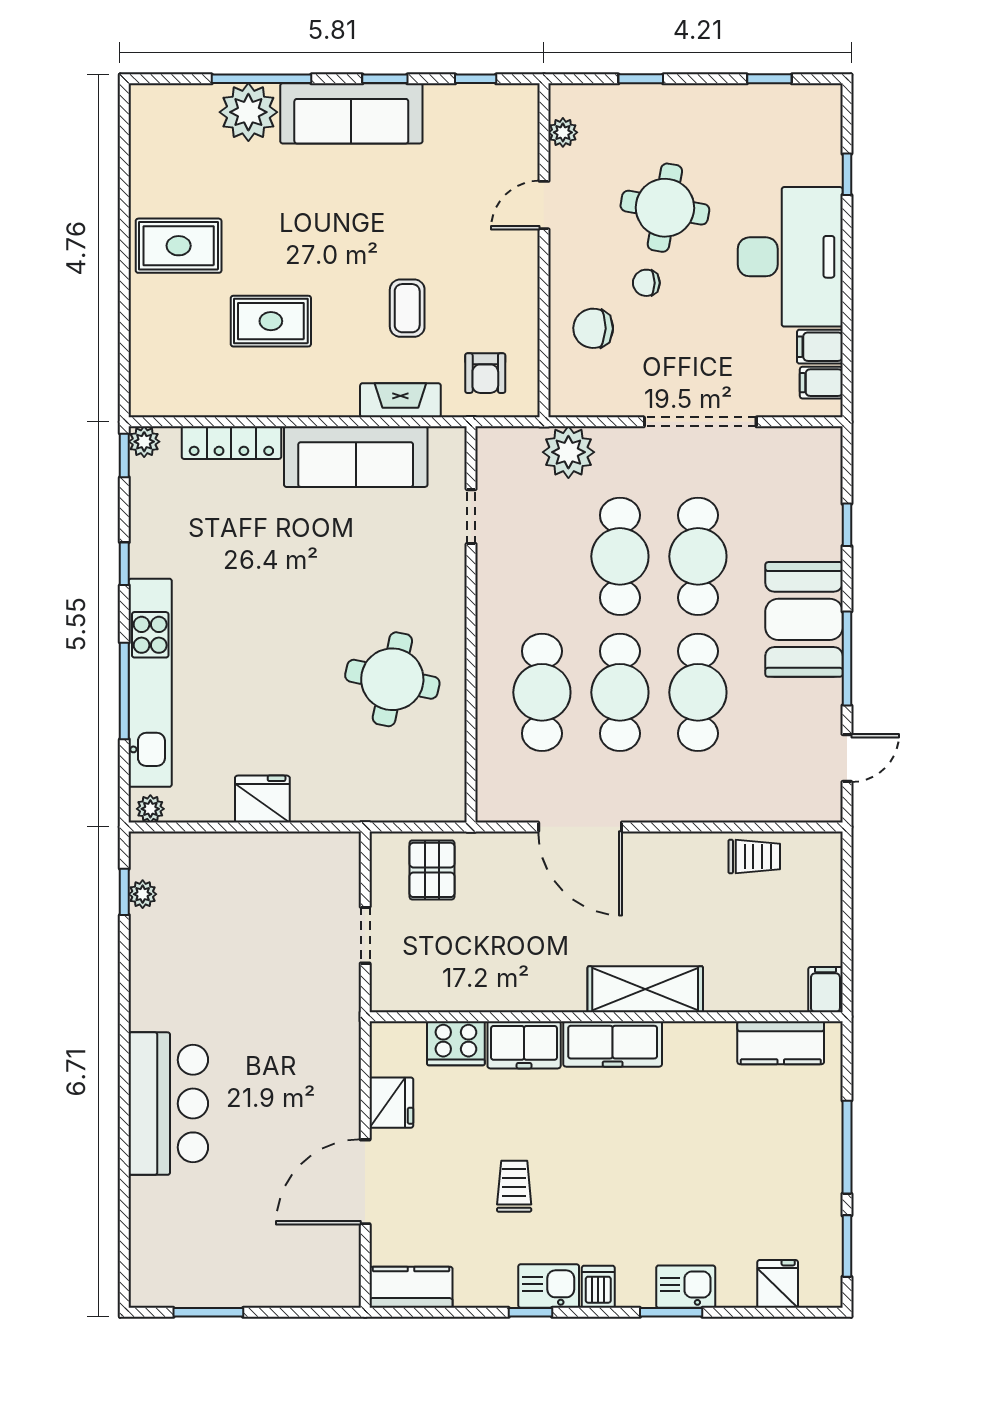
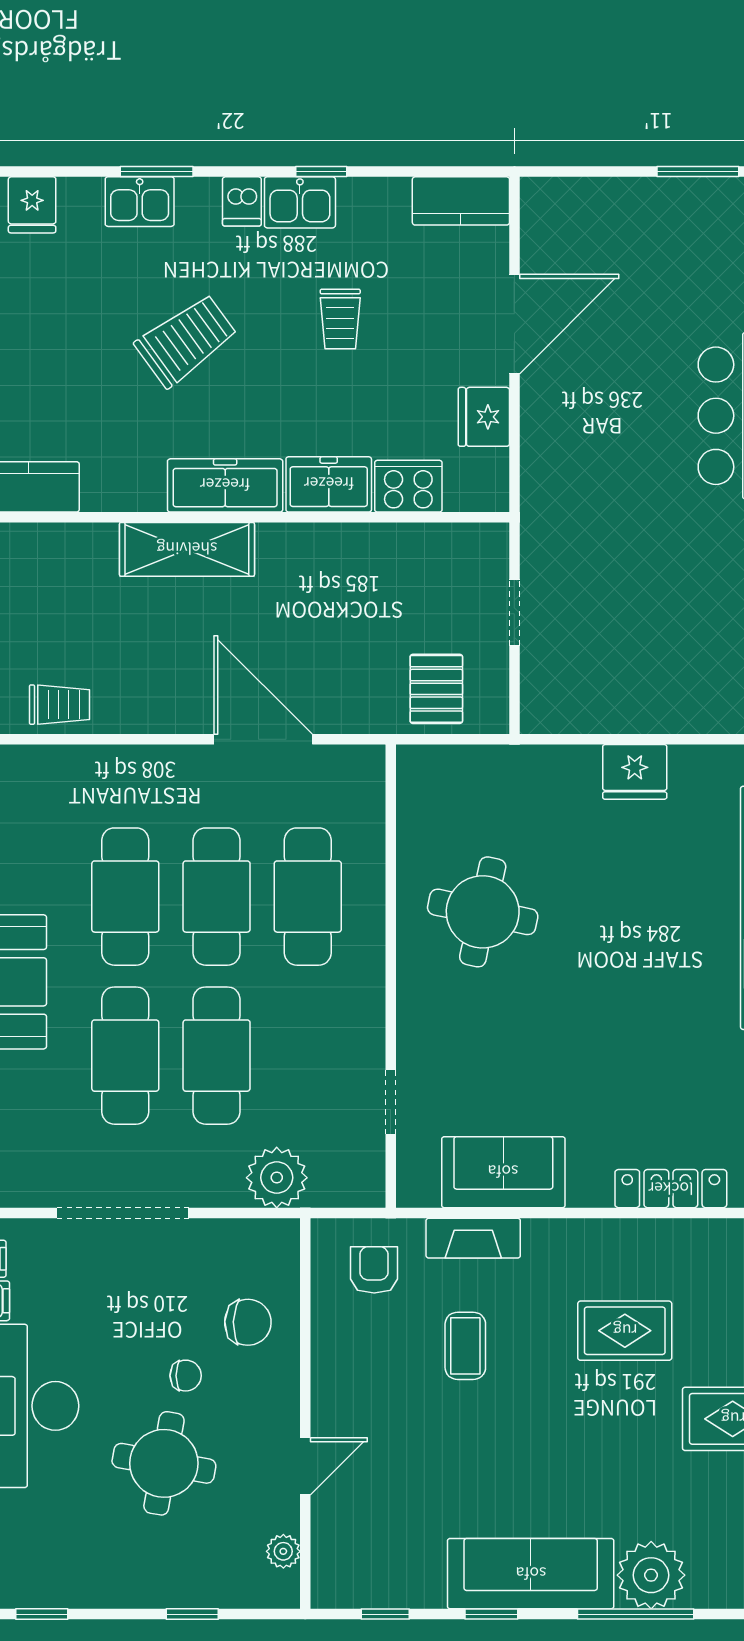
sofa: (356, 457) -> (503, 1172), width x0.73
trolley: (754, 856) -> (59, 705), turned 180
trolley: (646, 1168) -> (186, 340), added

